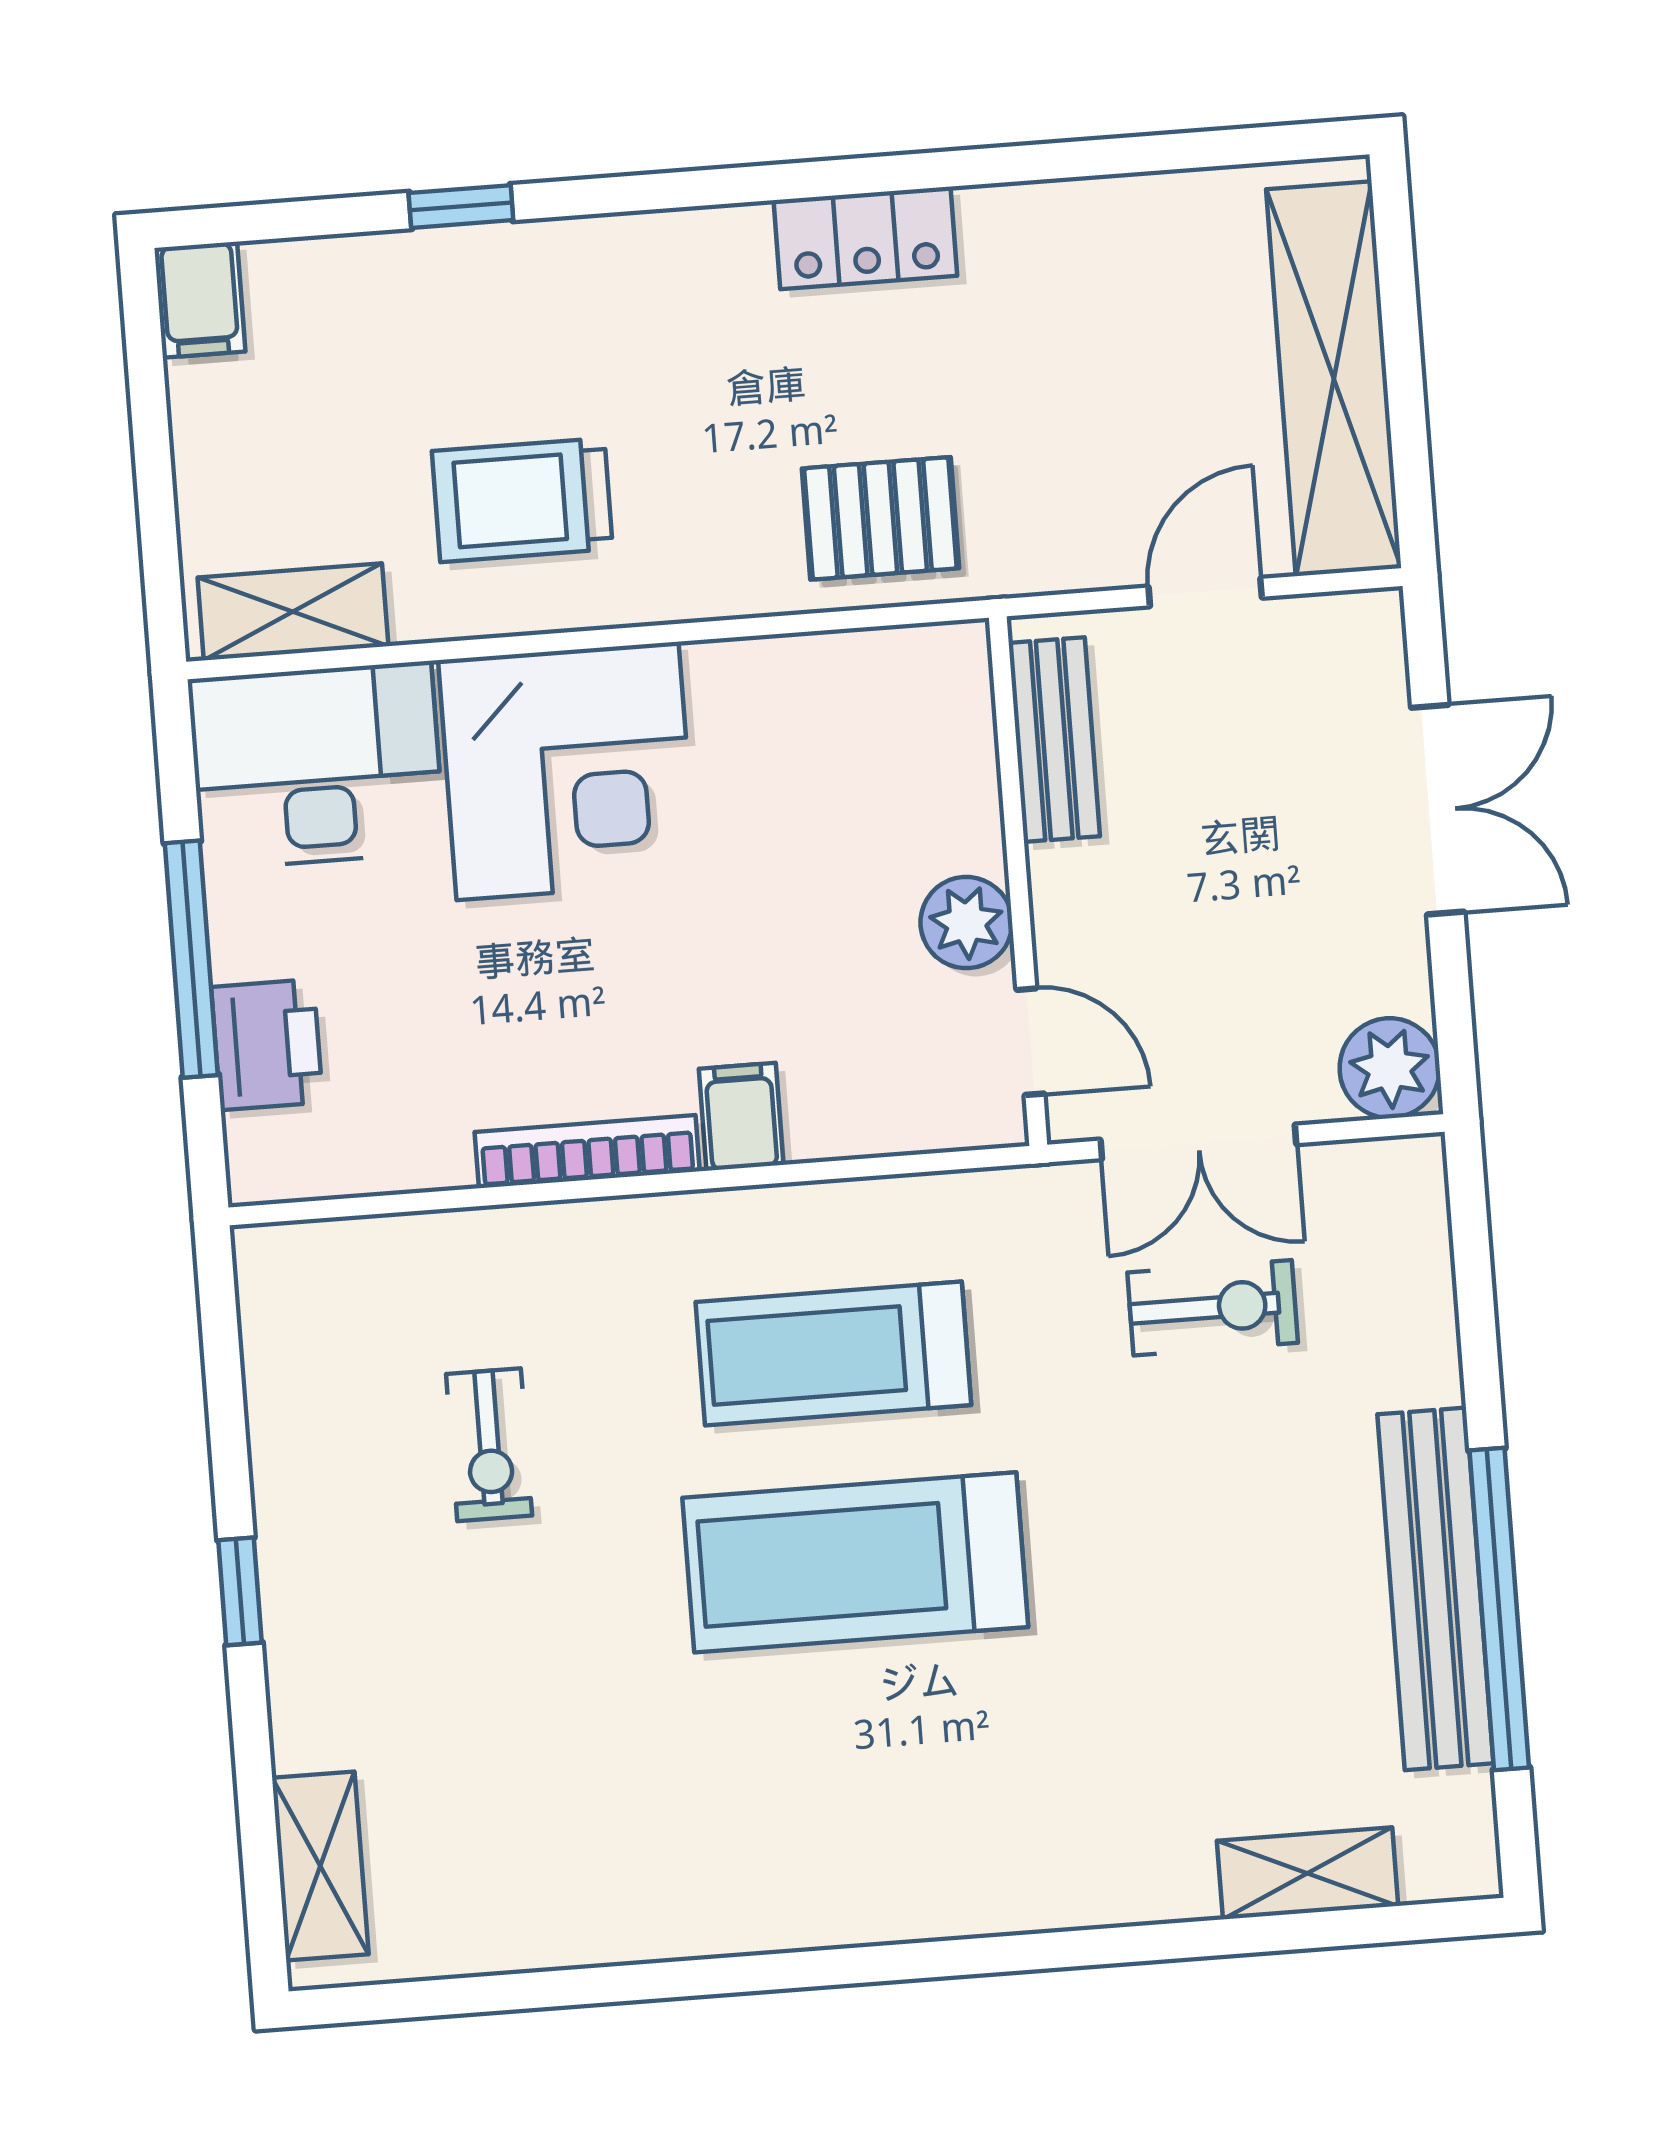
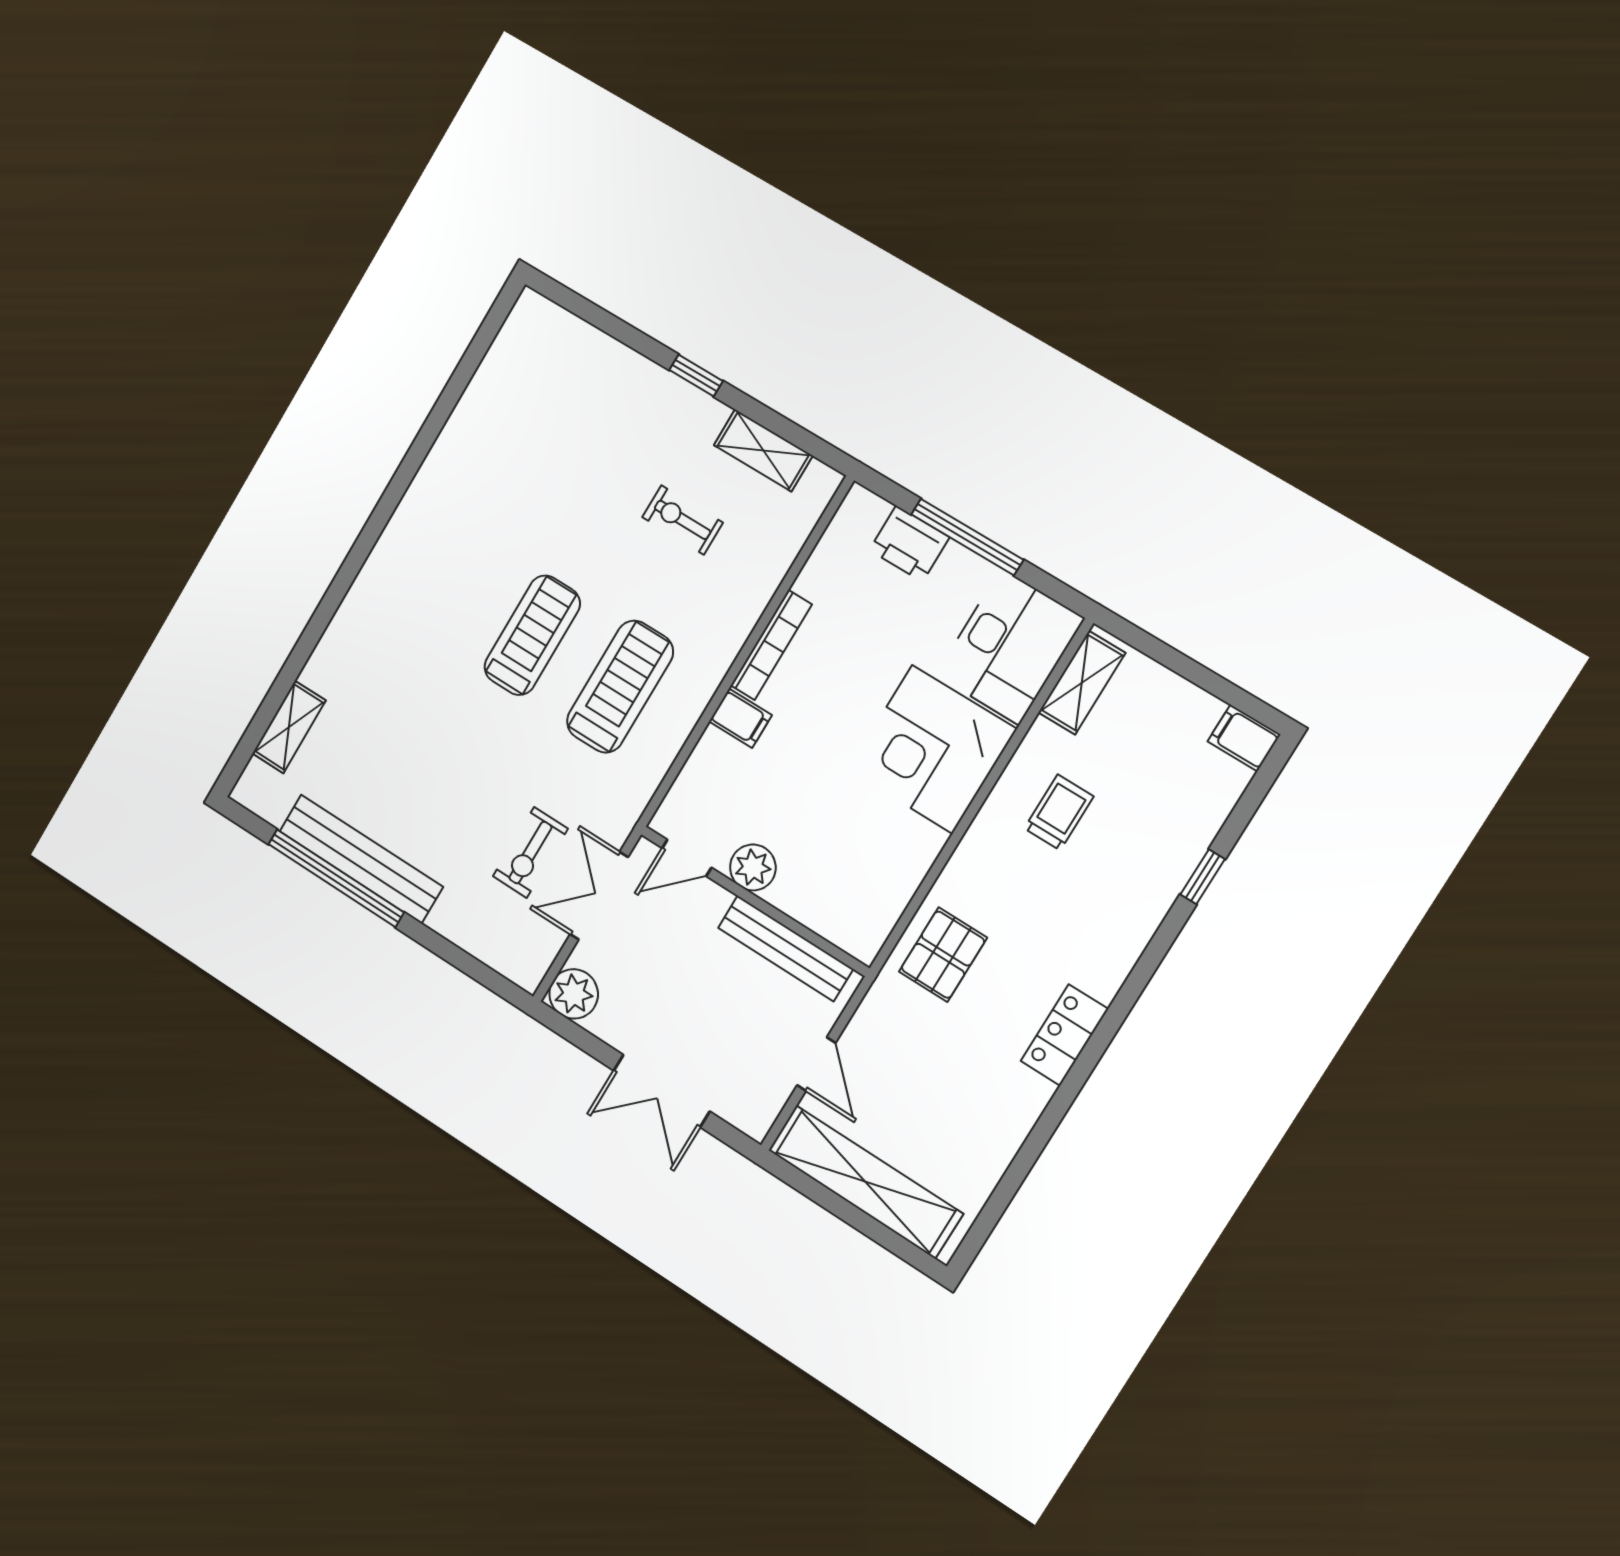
trolley: (522, 500) -> (1059, 812), width x0.73, depth x0.72
bench: (1054, 740) -> (785, 948), width x1.36
treadmill: (855, 1562) -> (532, 635), width x0.73, depth x0.73
shelving: (320, 1866) -> (763, 450), moved

